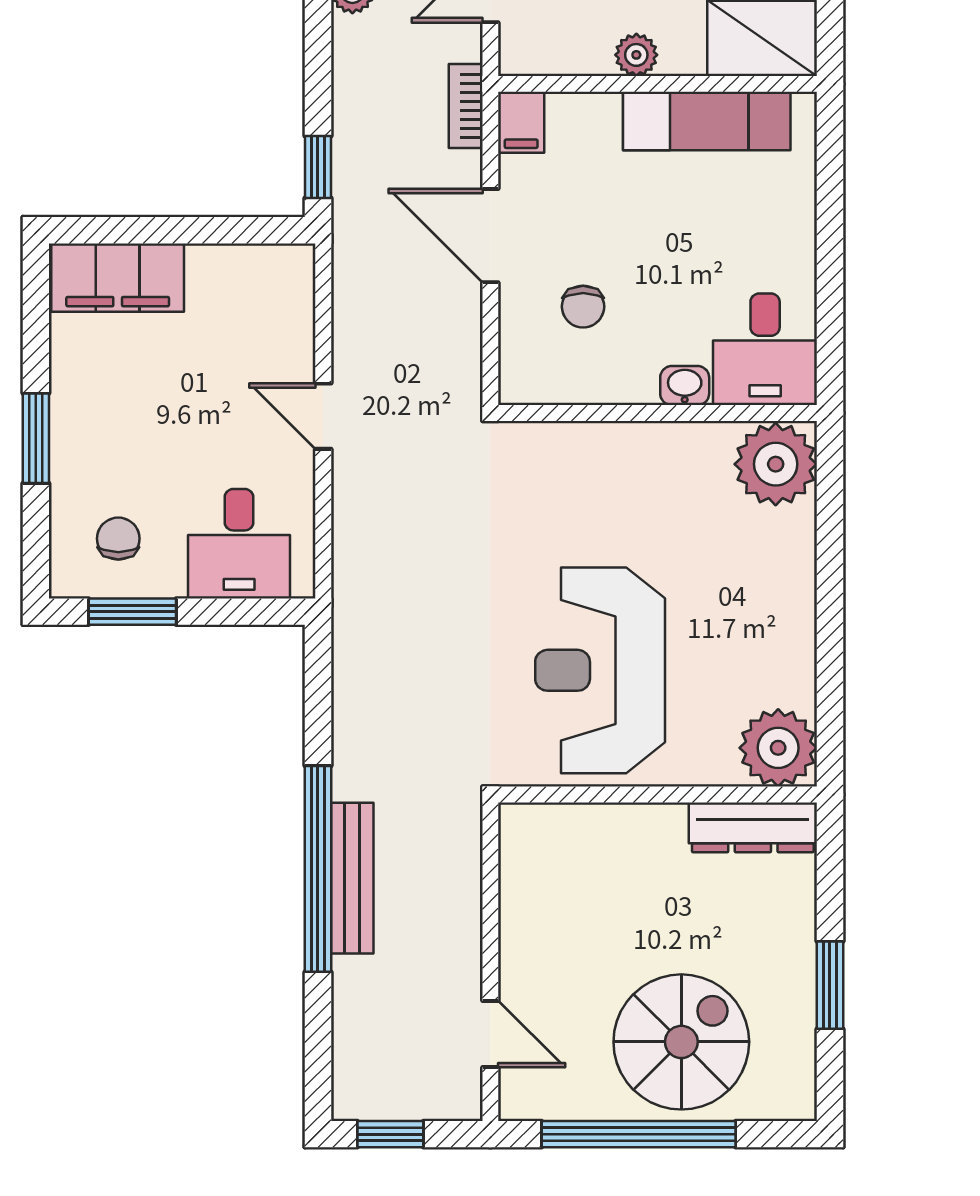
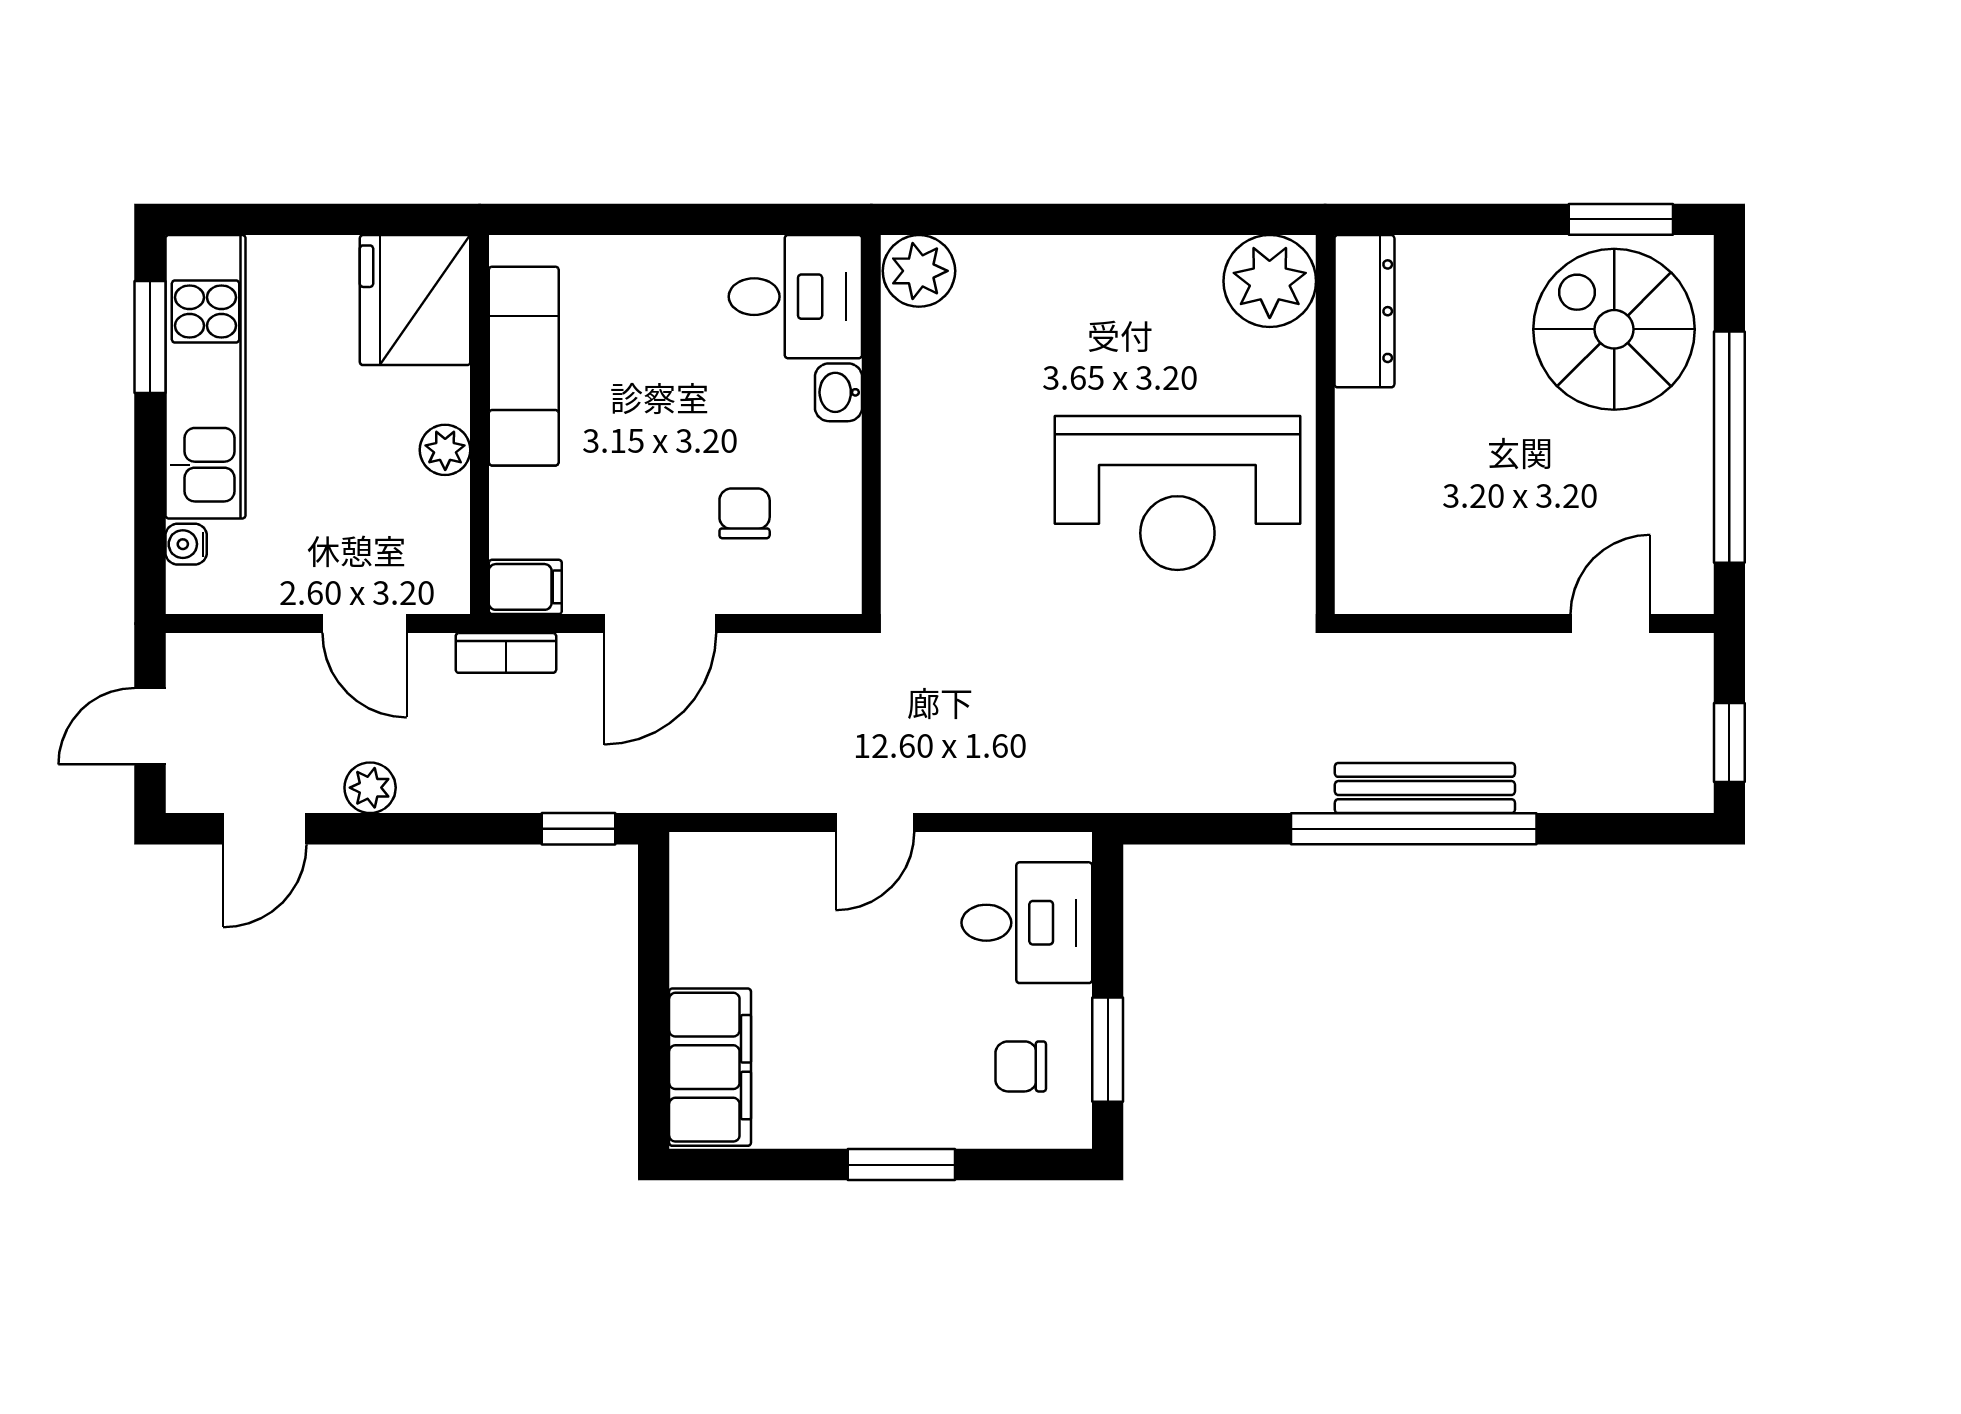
chair: (583, 307) -> (745, 513), turned -90
plant: (776, 464) -> (919, 271), width x0.73, depth x0.73
window: (830, 985) -> (1621, 219), moved
spiral stairs: (681, 1042) -> (1614, 329), moved

